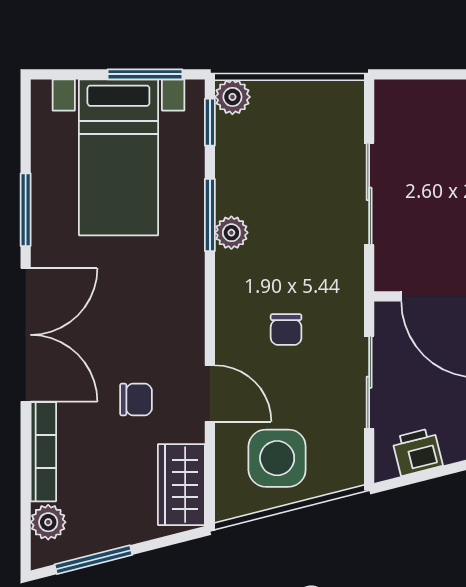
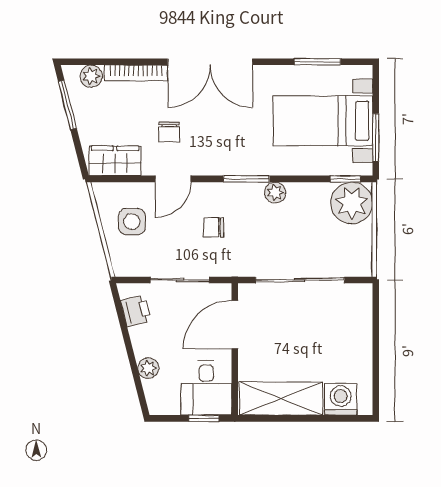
plant: (232, 97) -> (352, 203), width x1.88, depth x1.88
sliding door: (369, 194) -> (300, 280), width x1.37
window: (26, 210) -> (317, 62), moved
window: (210, 215) -> (246, 179), moved
side table: (277, 458) -> (132, 222), width x0.73, depth x0.73

